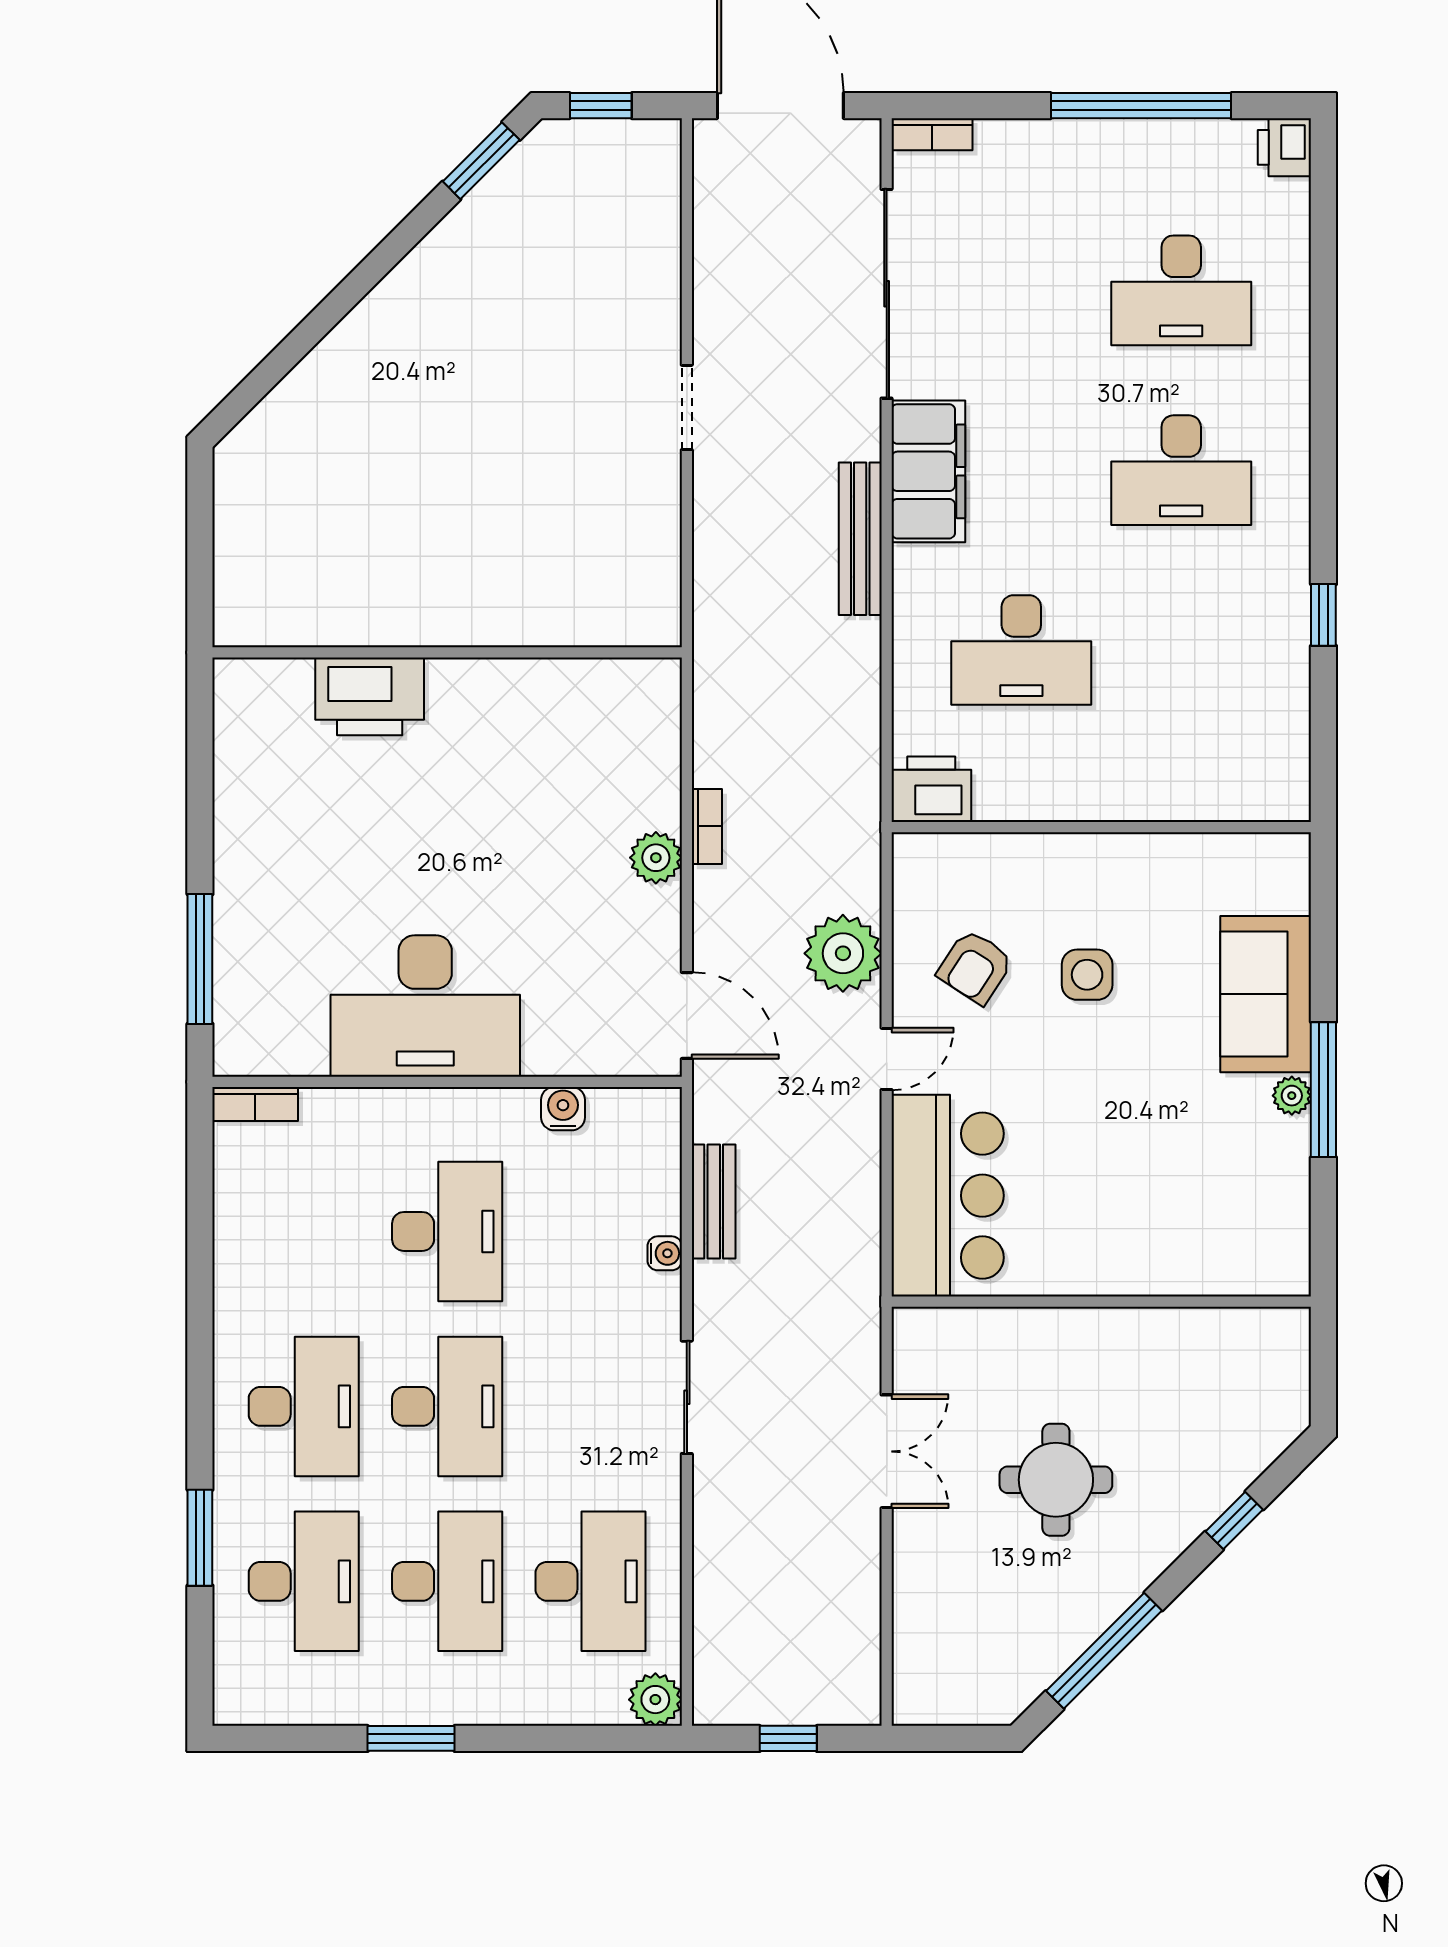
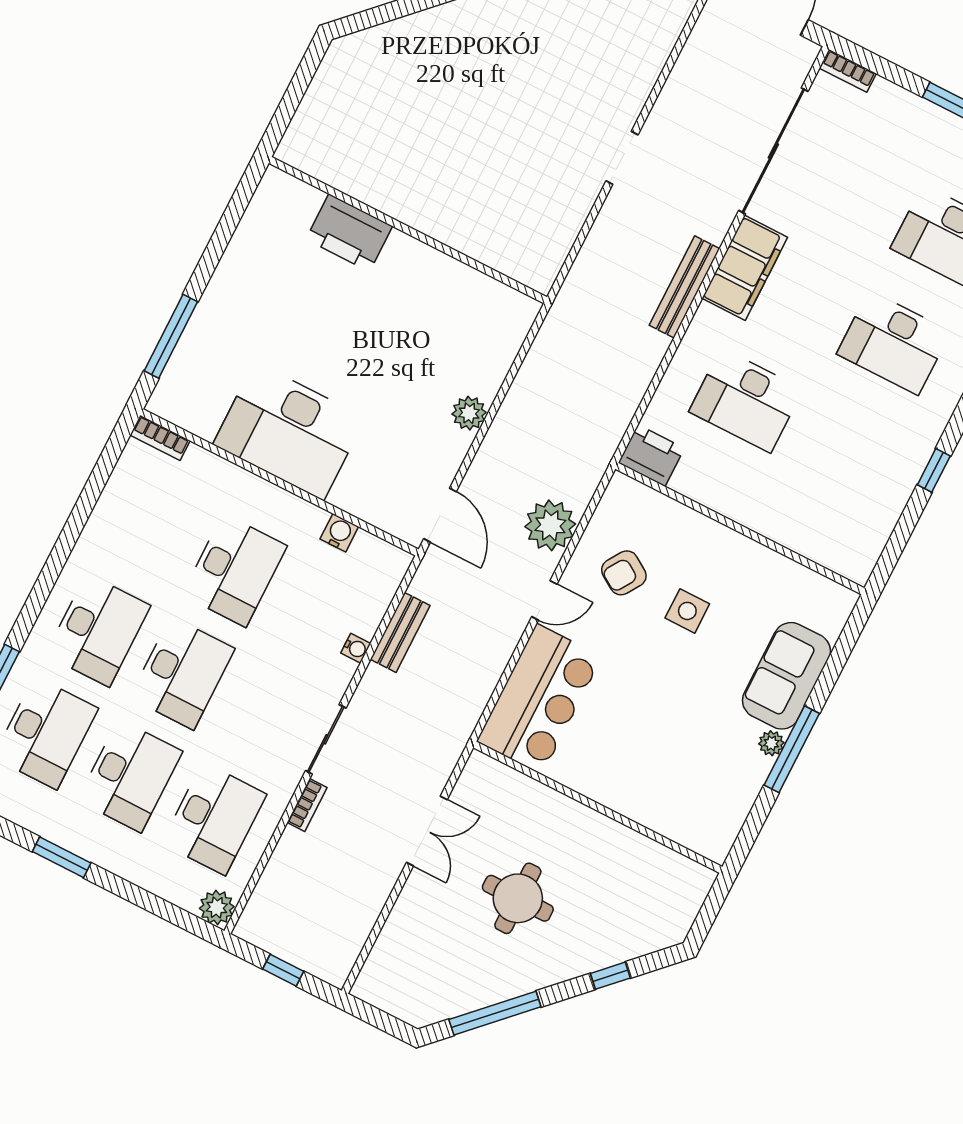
bookcase: (707, 826) -> (307, 805), moved

